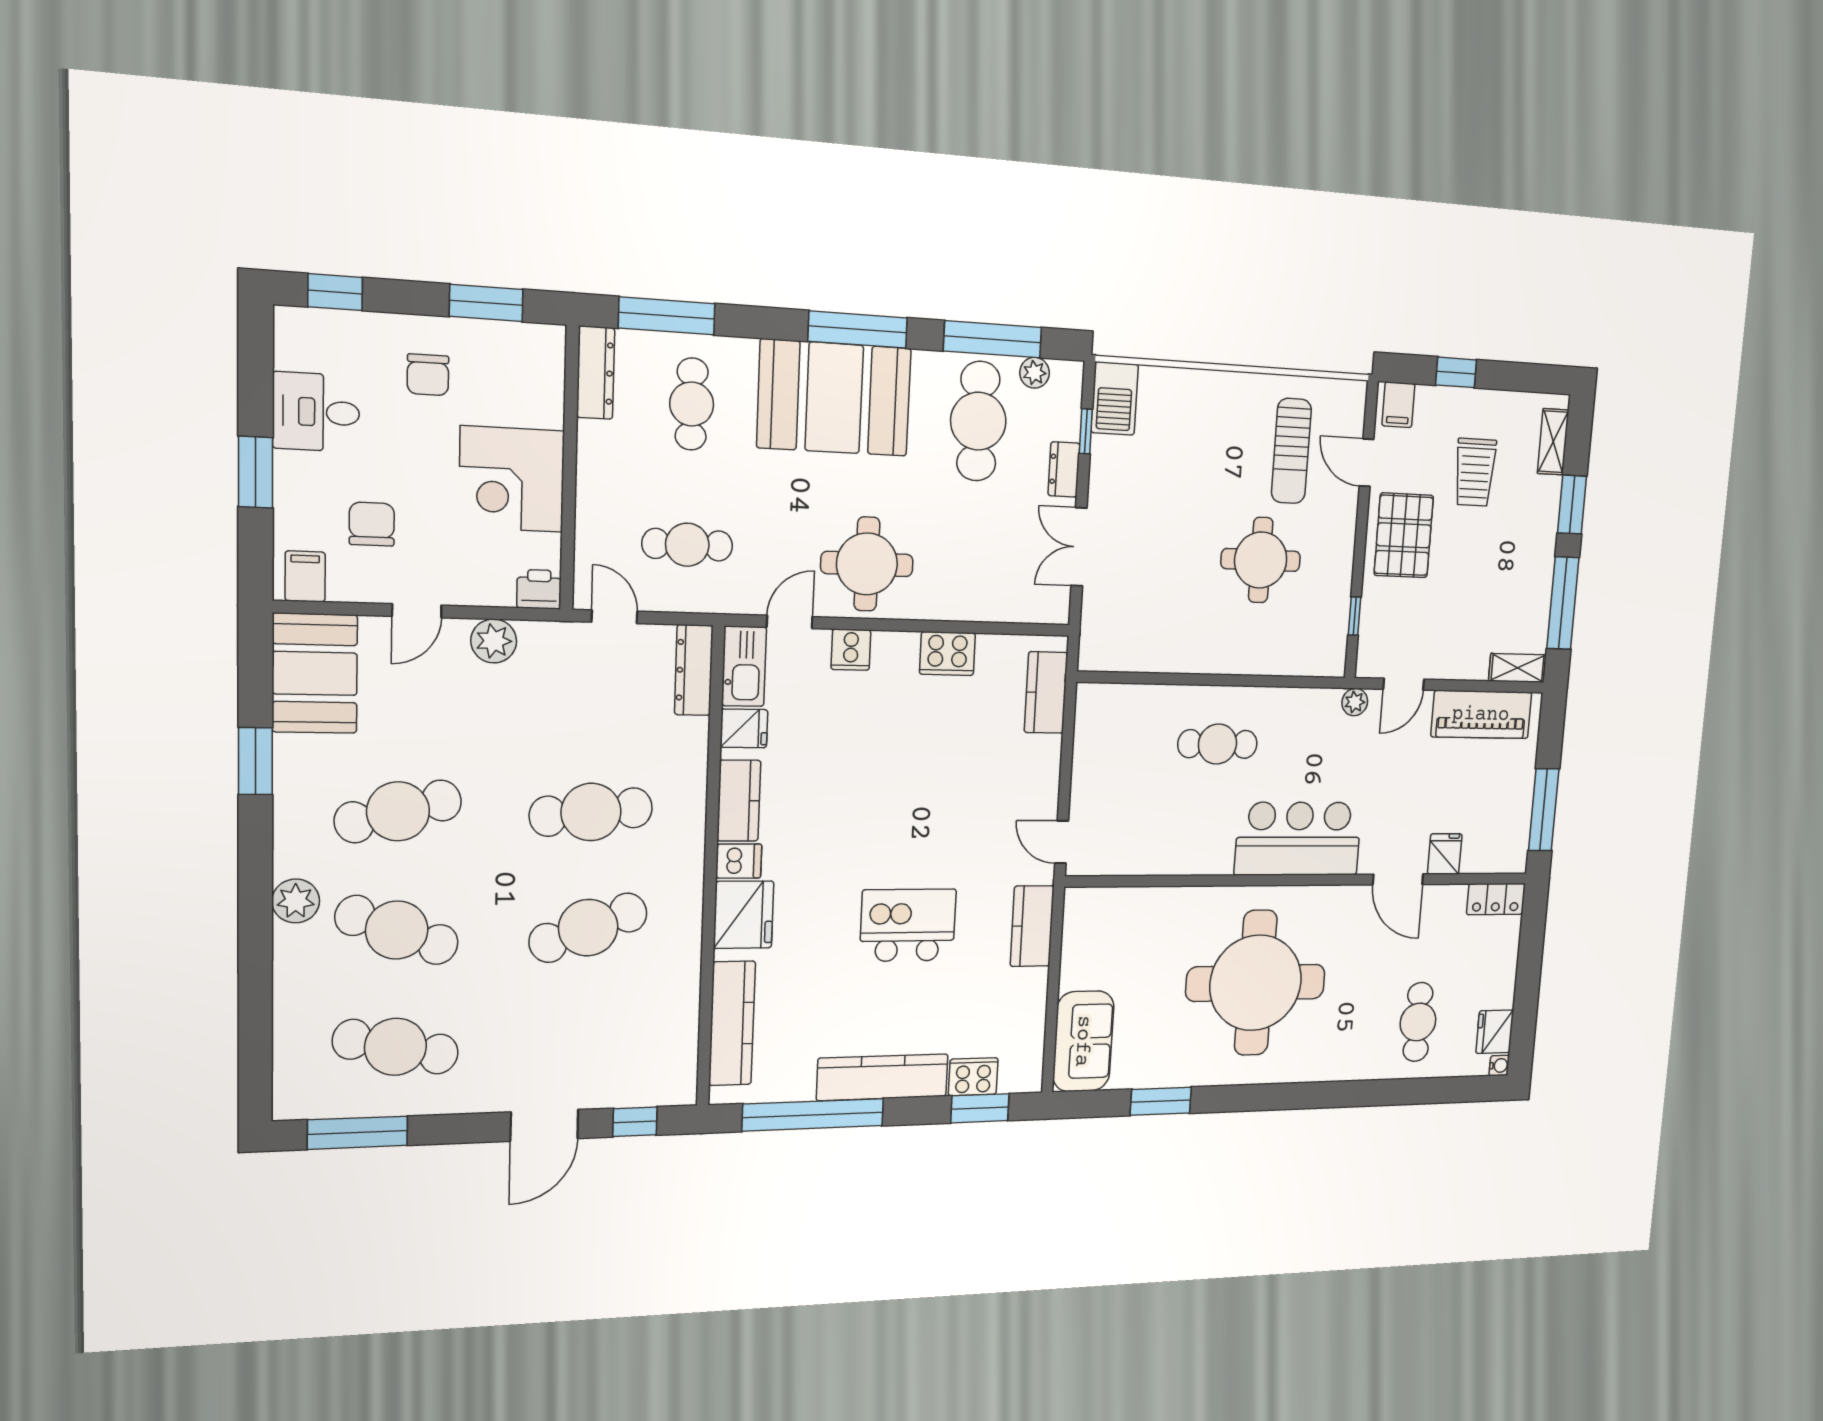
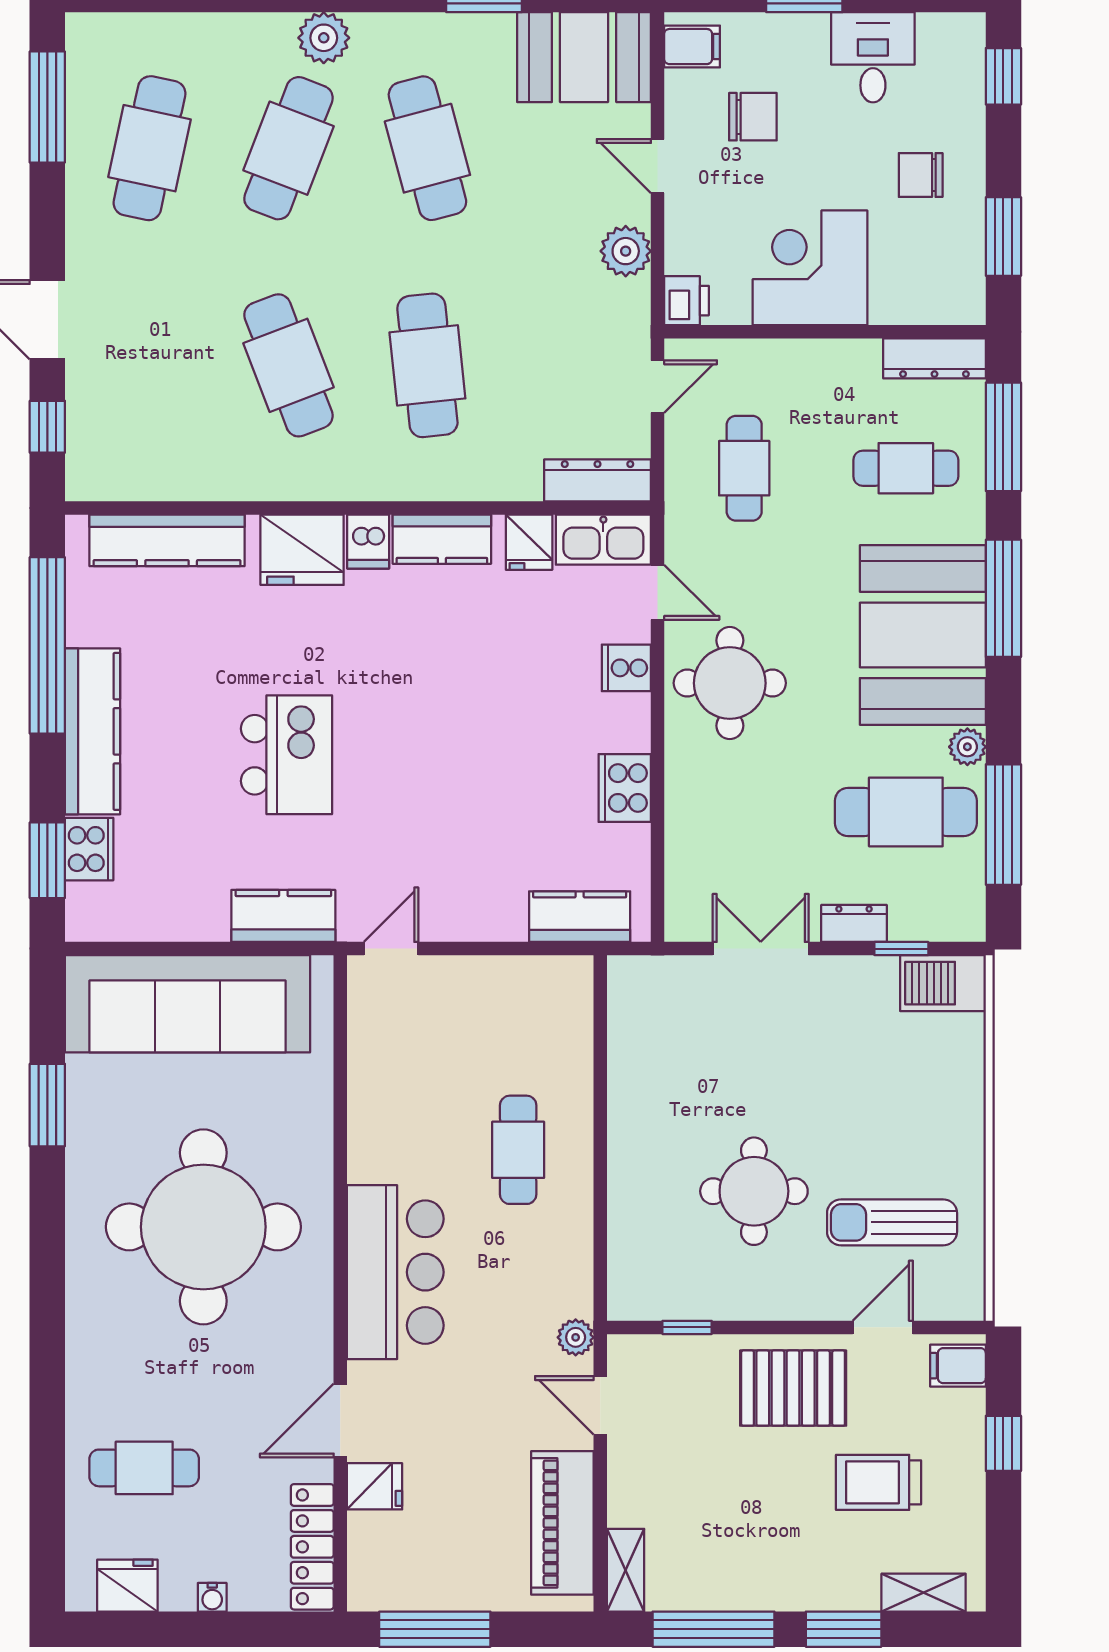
window: (858, 330) -> (1003, 598), moved
plant: (1035, 373) -> (967, 747), moved
locker: (1496, 899) -> (312, 1547), width x1.53
sofa: (1083, 1041) -> (187, 1004), width x1.85, depth x1.27
water cooler: (1499, 1065) -> (212, 1597), moved

